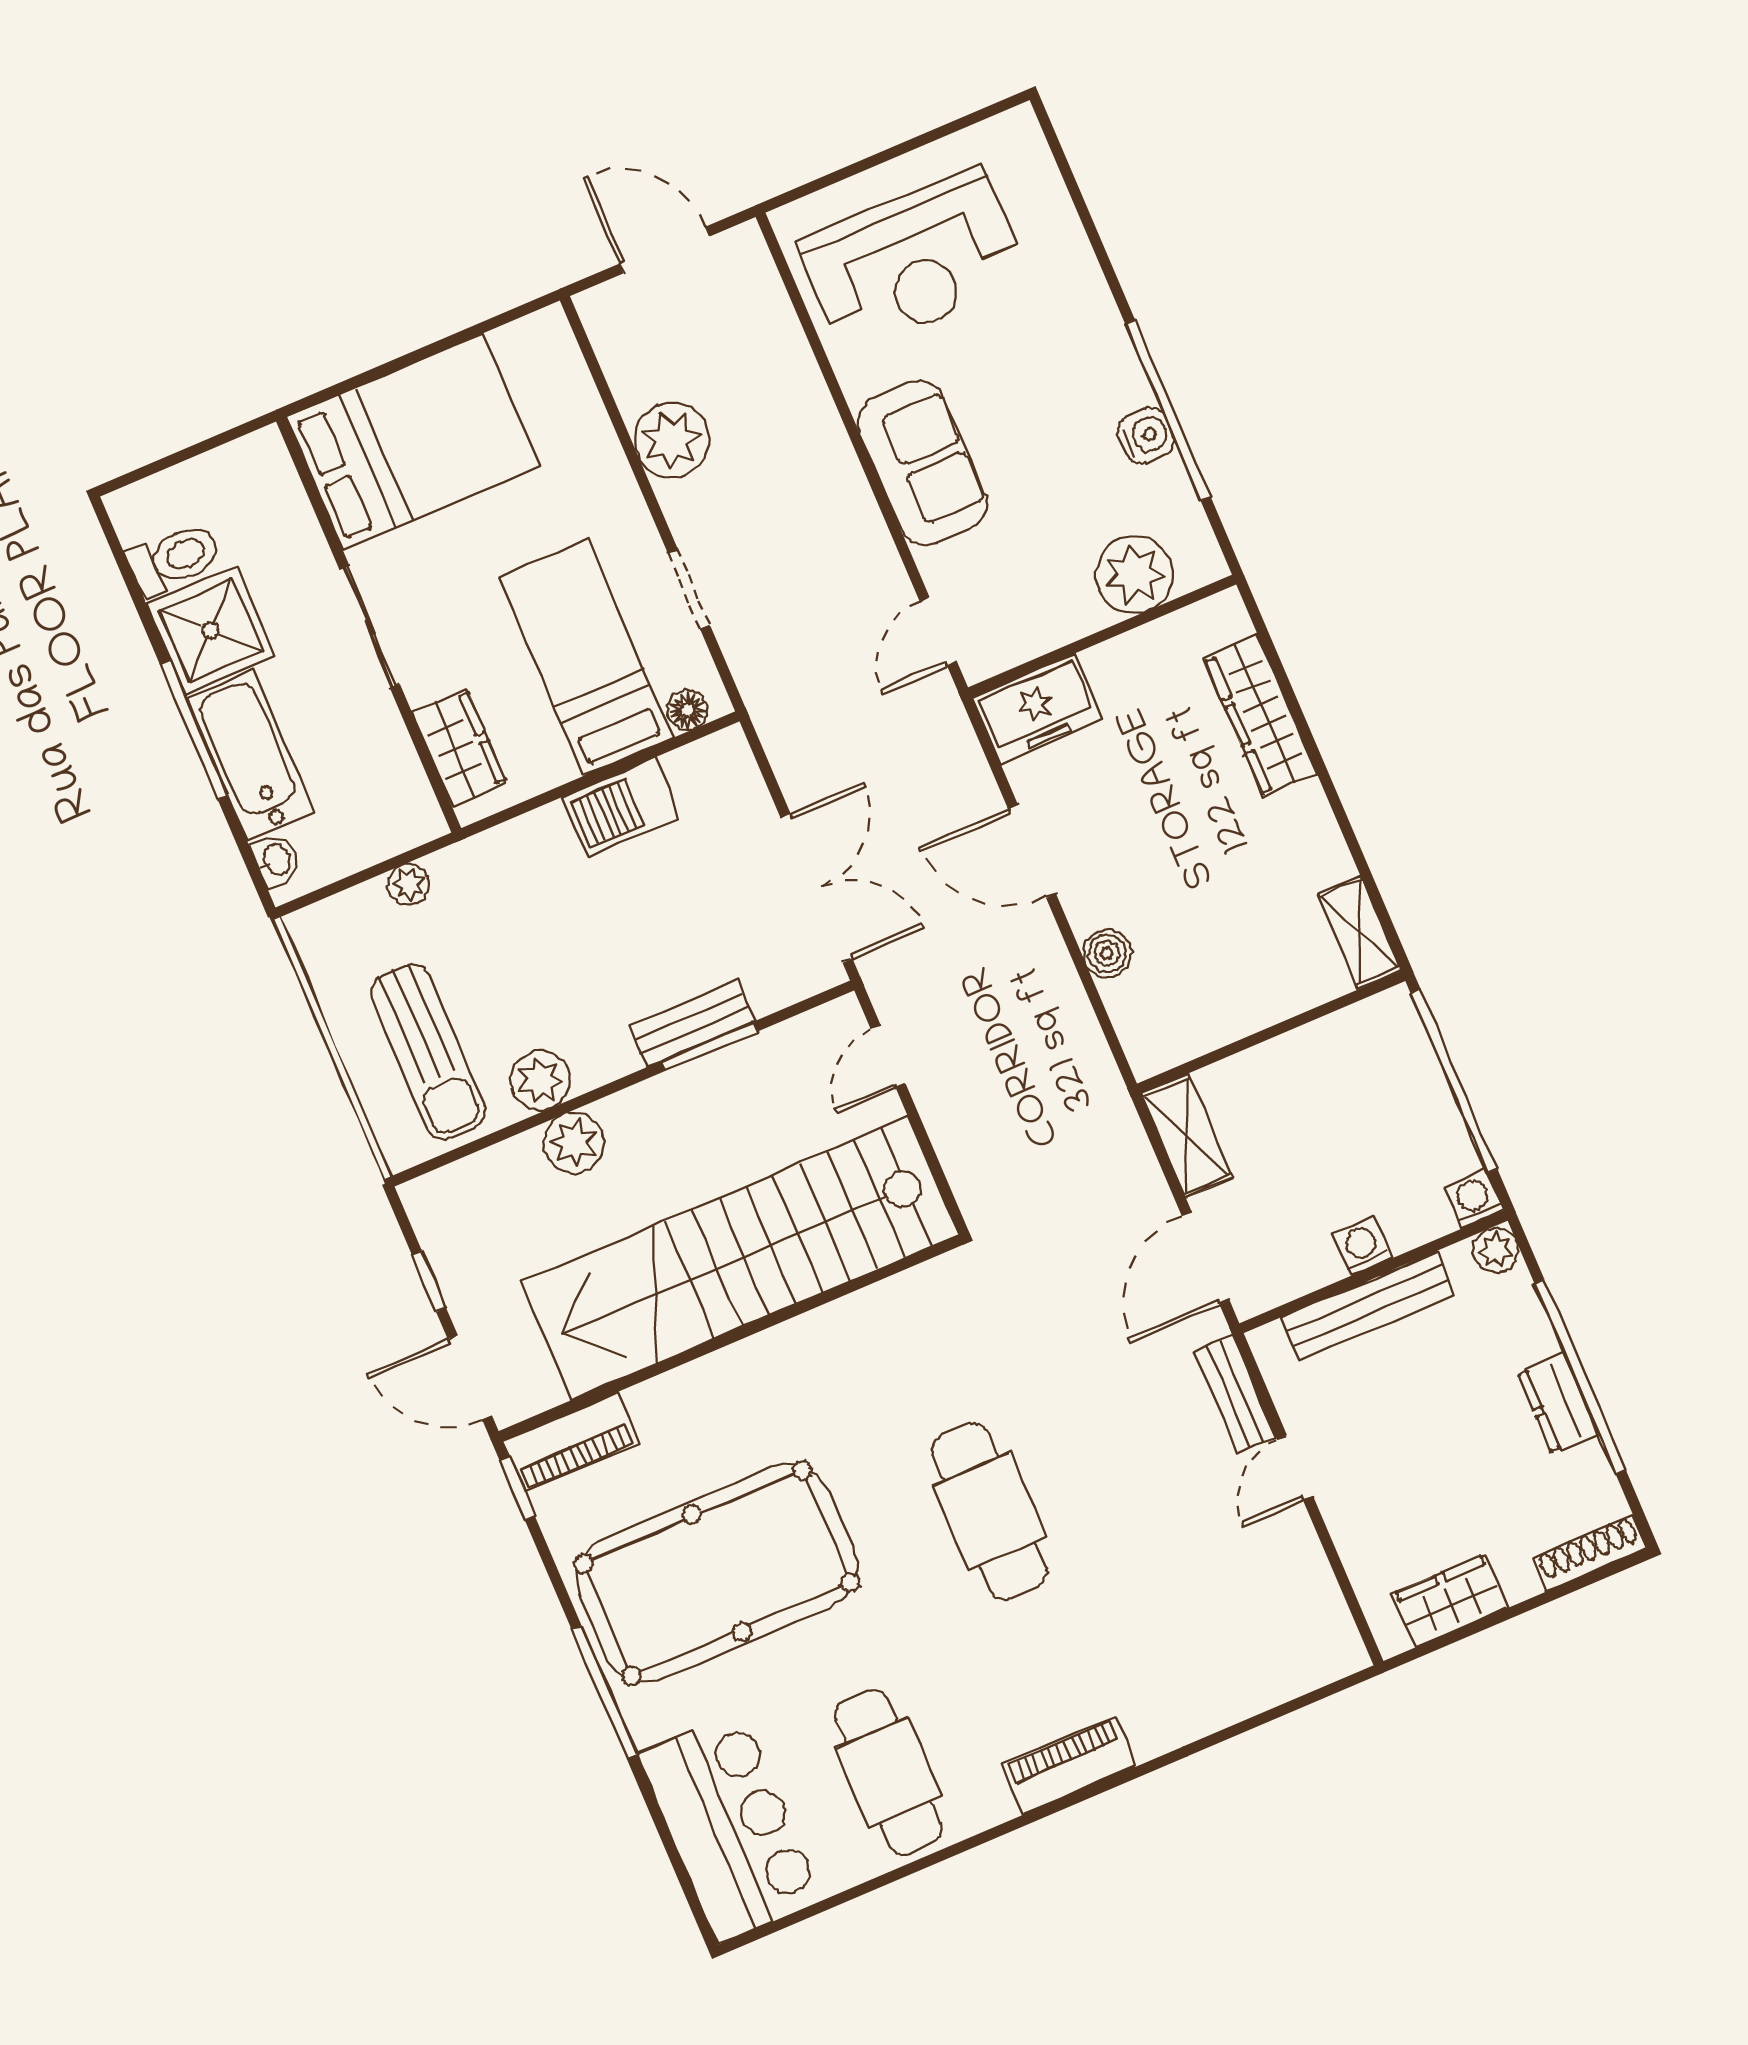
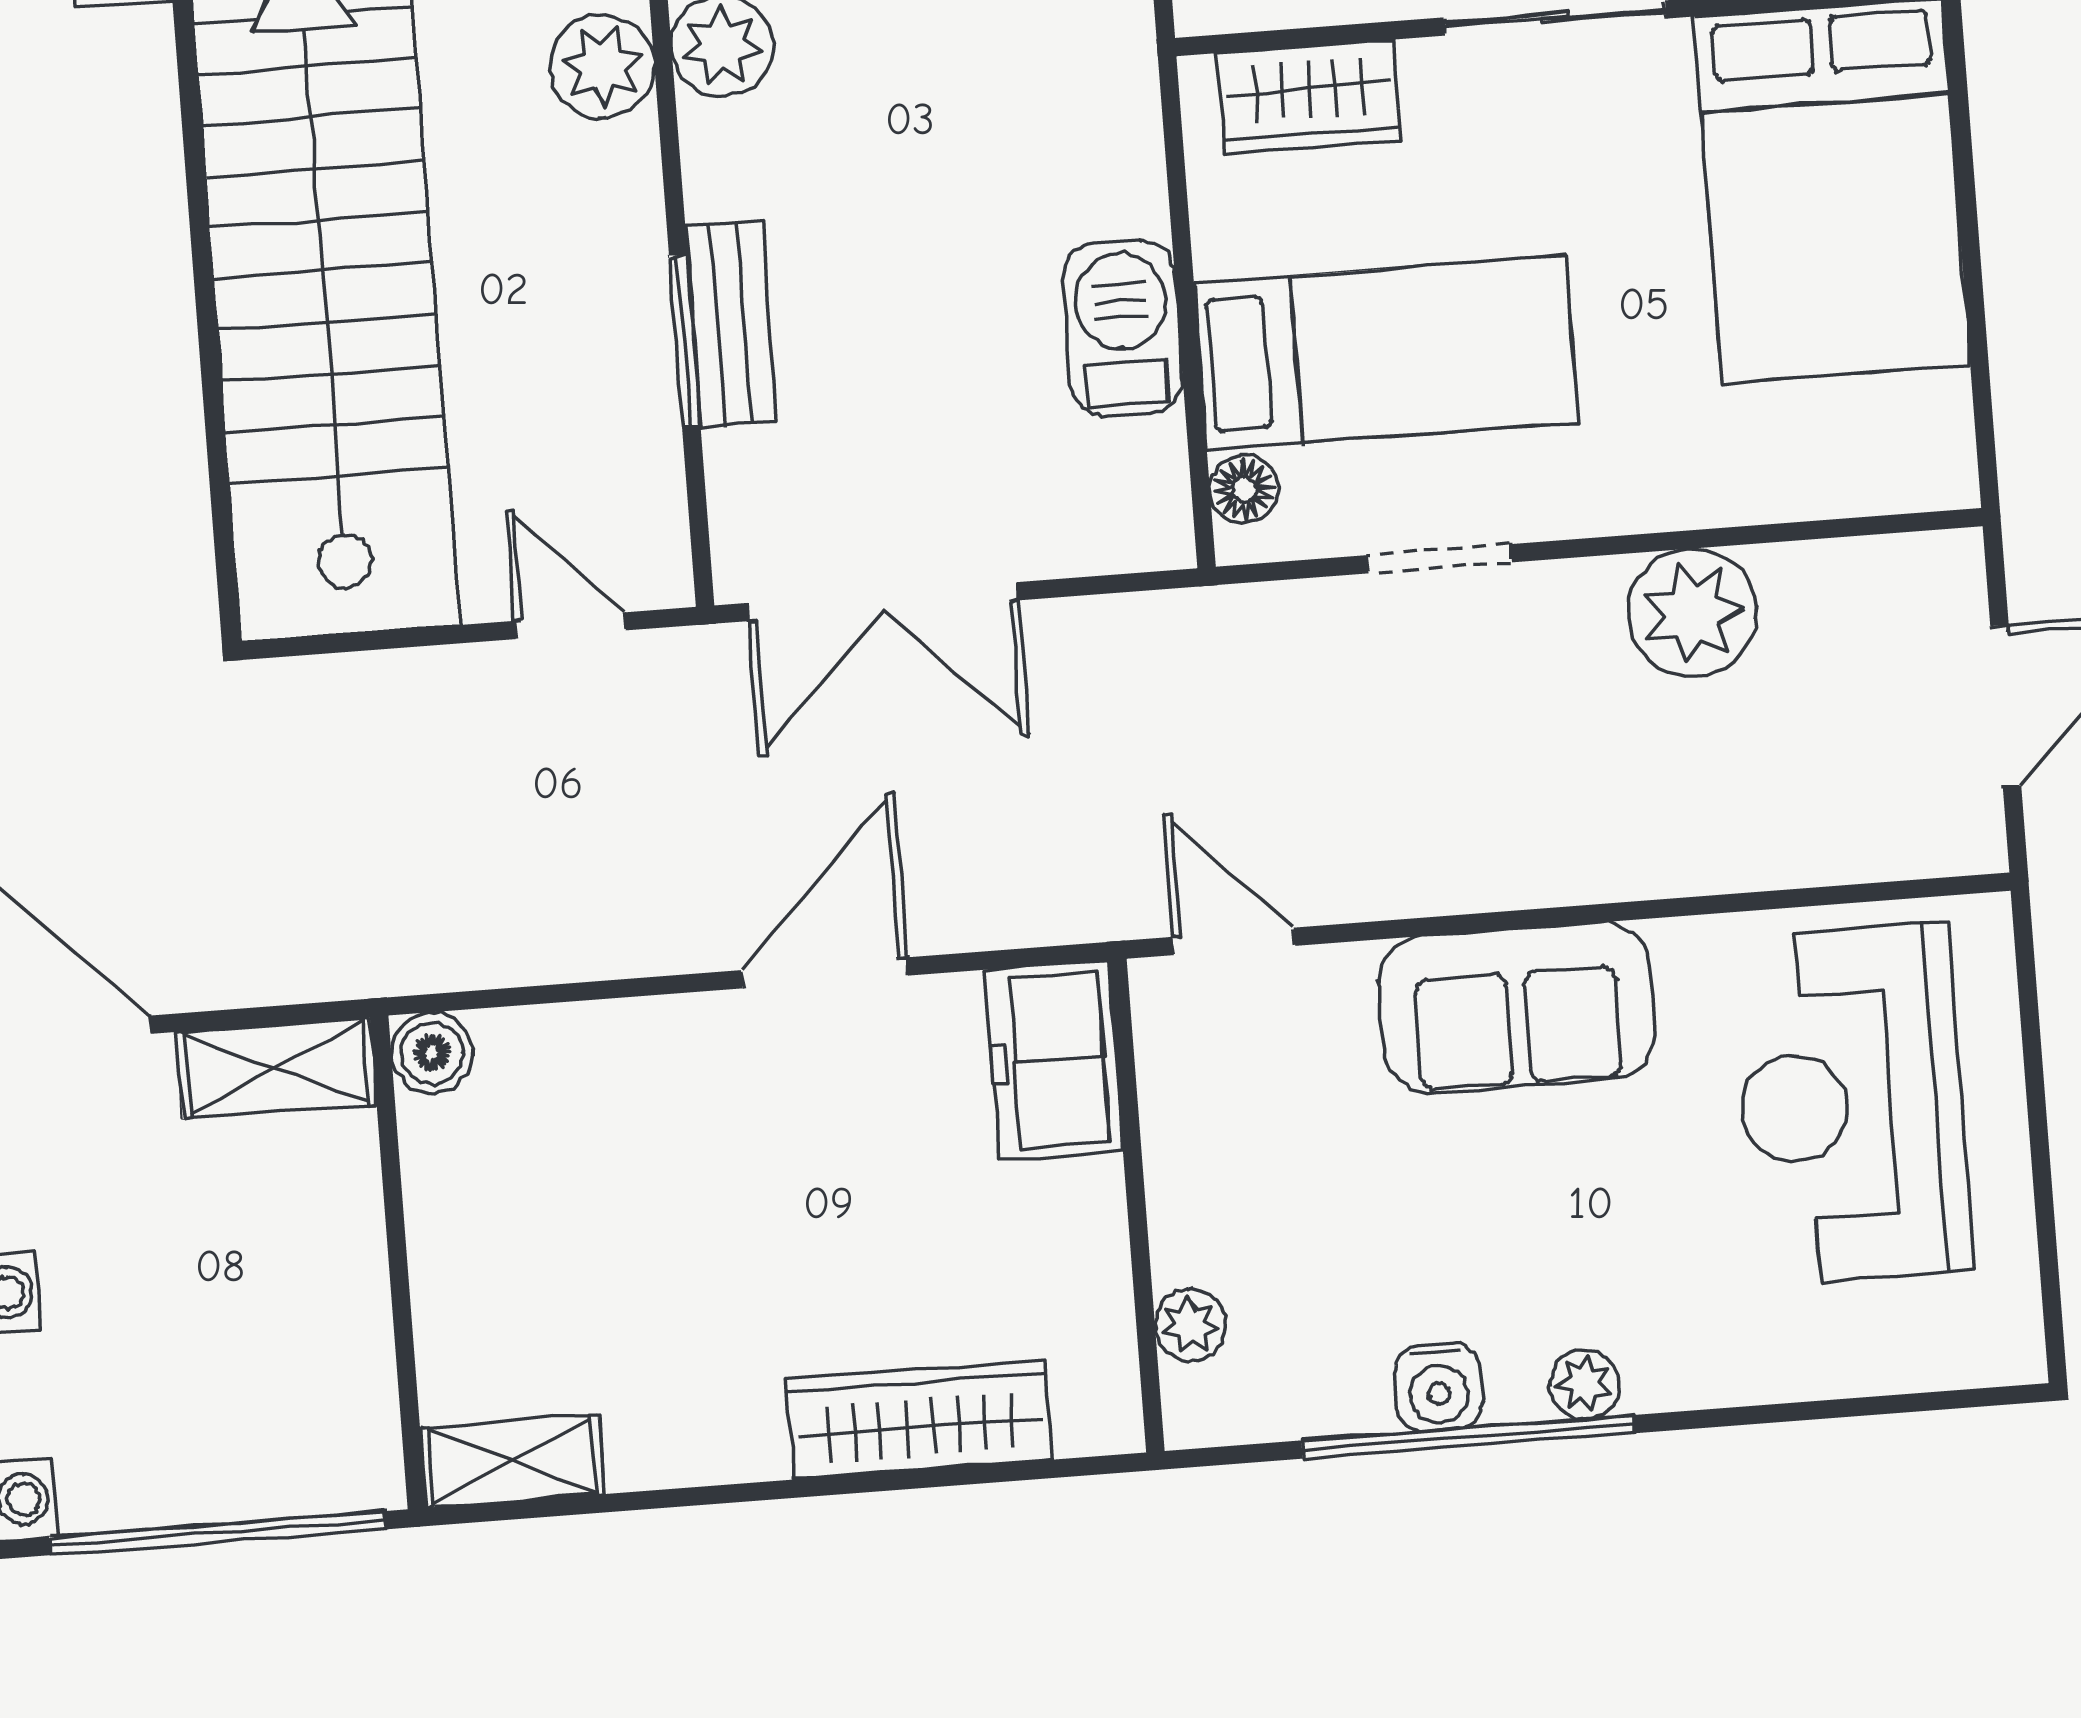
plant: (1117, 356) -> (1584, 1384), added
plant: (1134, 574) -> (1190, 1325), width x0.53, depth x0.53
boiler: (1107, 953) -> (432, 1053), moved

